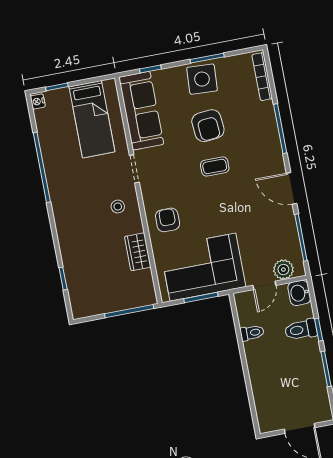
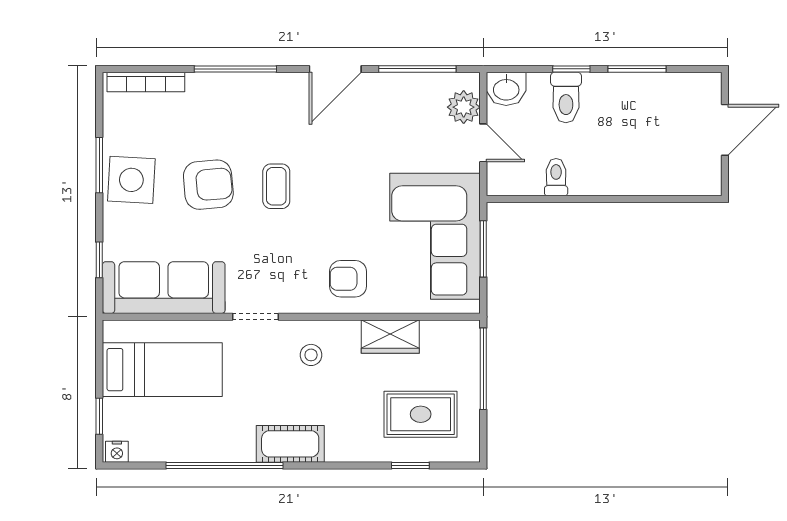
cot: (62, 204) -> (290, 444), added
rug: (95, 279) -> (421, 414), added

